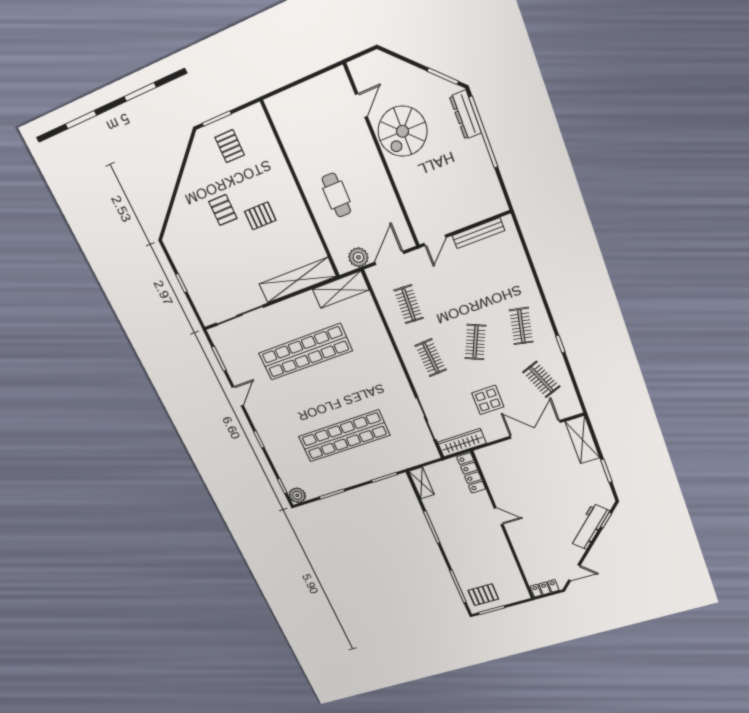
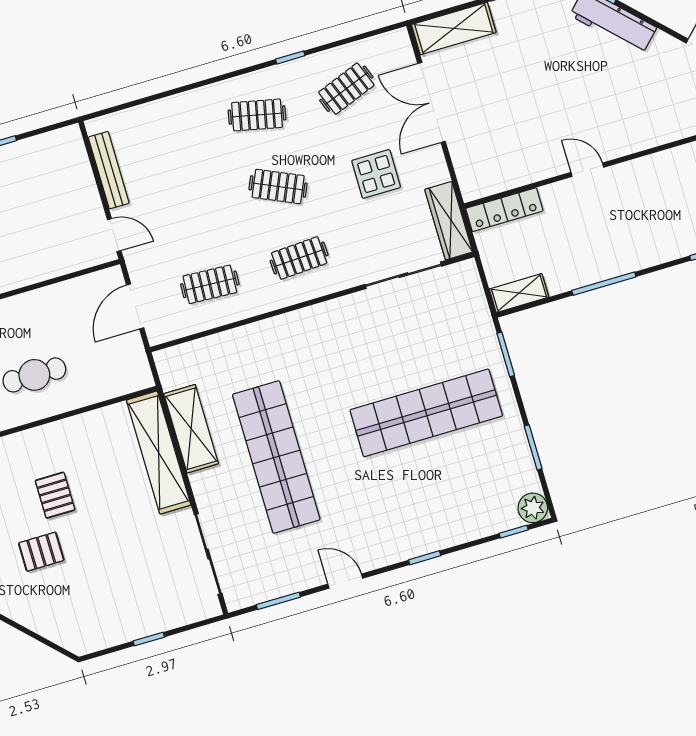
plant: (358, 257) -> (130, 353), removed
door: (389, 258) -> (135, 306), hinge flipped
shelving: (341, 290) -> (191, 429), moved
shop shelf: (344, 436) -> (426, 413), turned 90
door: (499, 516) -> (587, 170), hinge flipped

